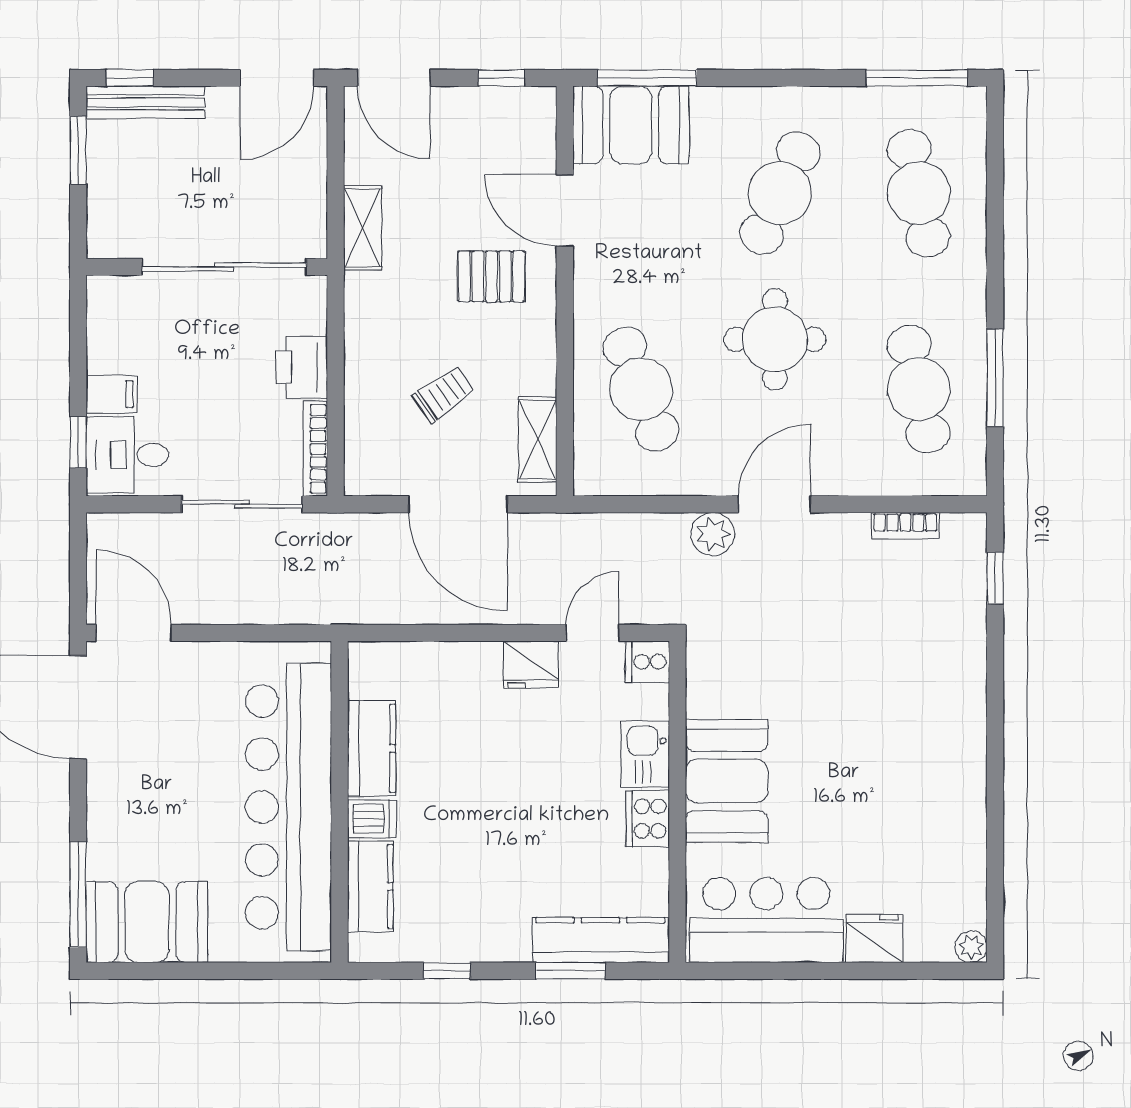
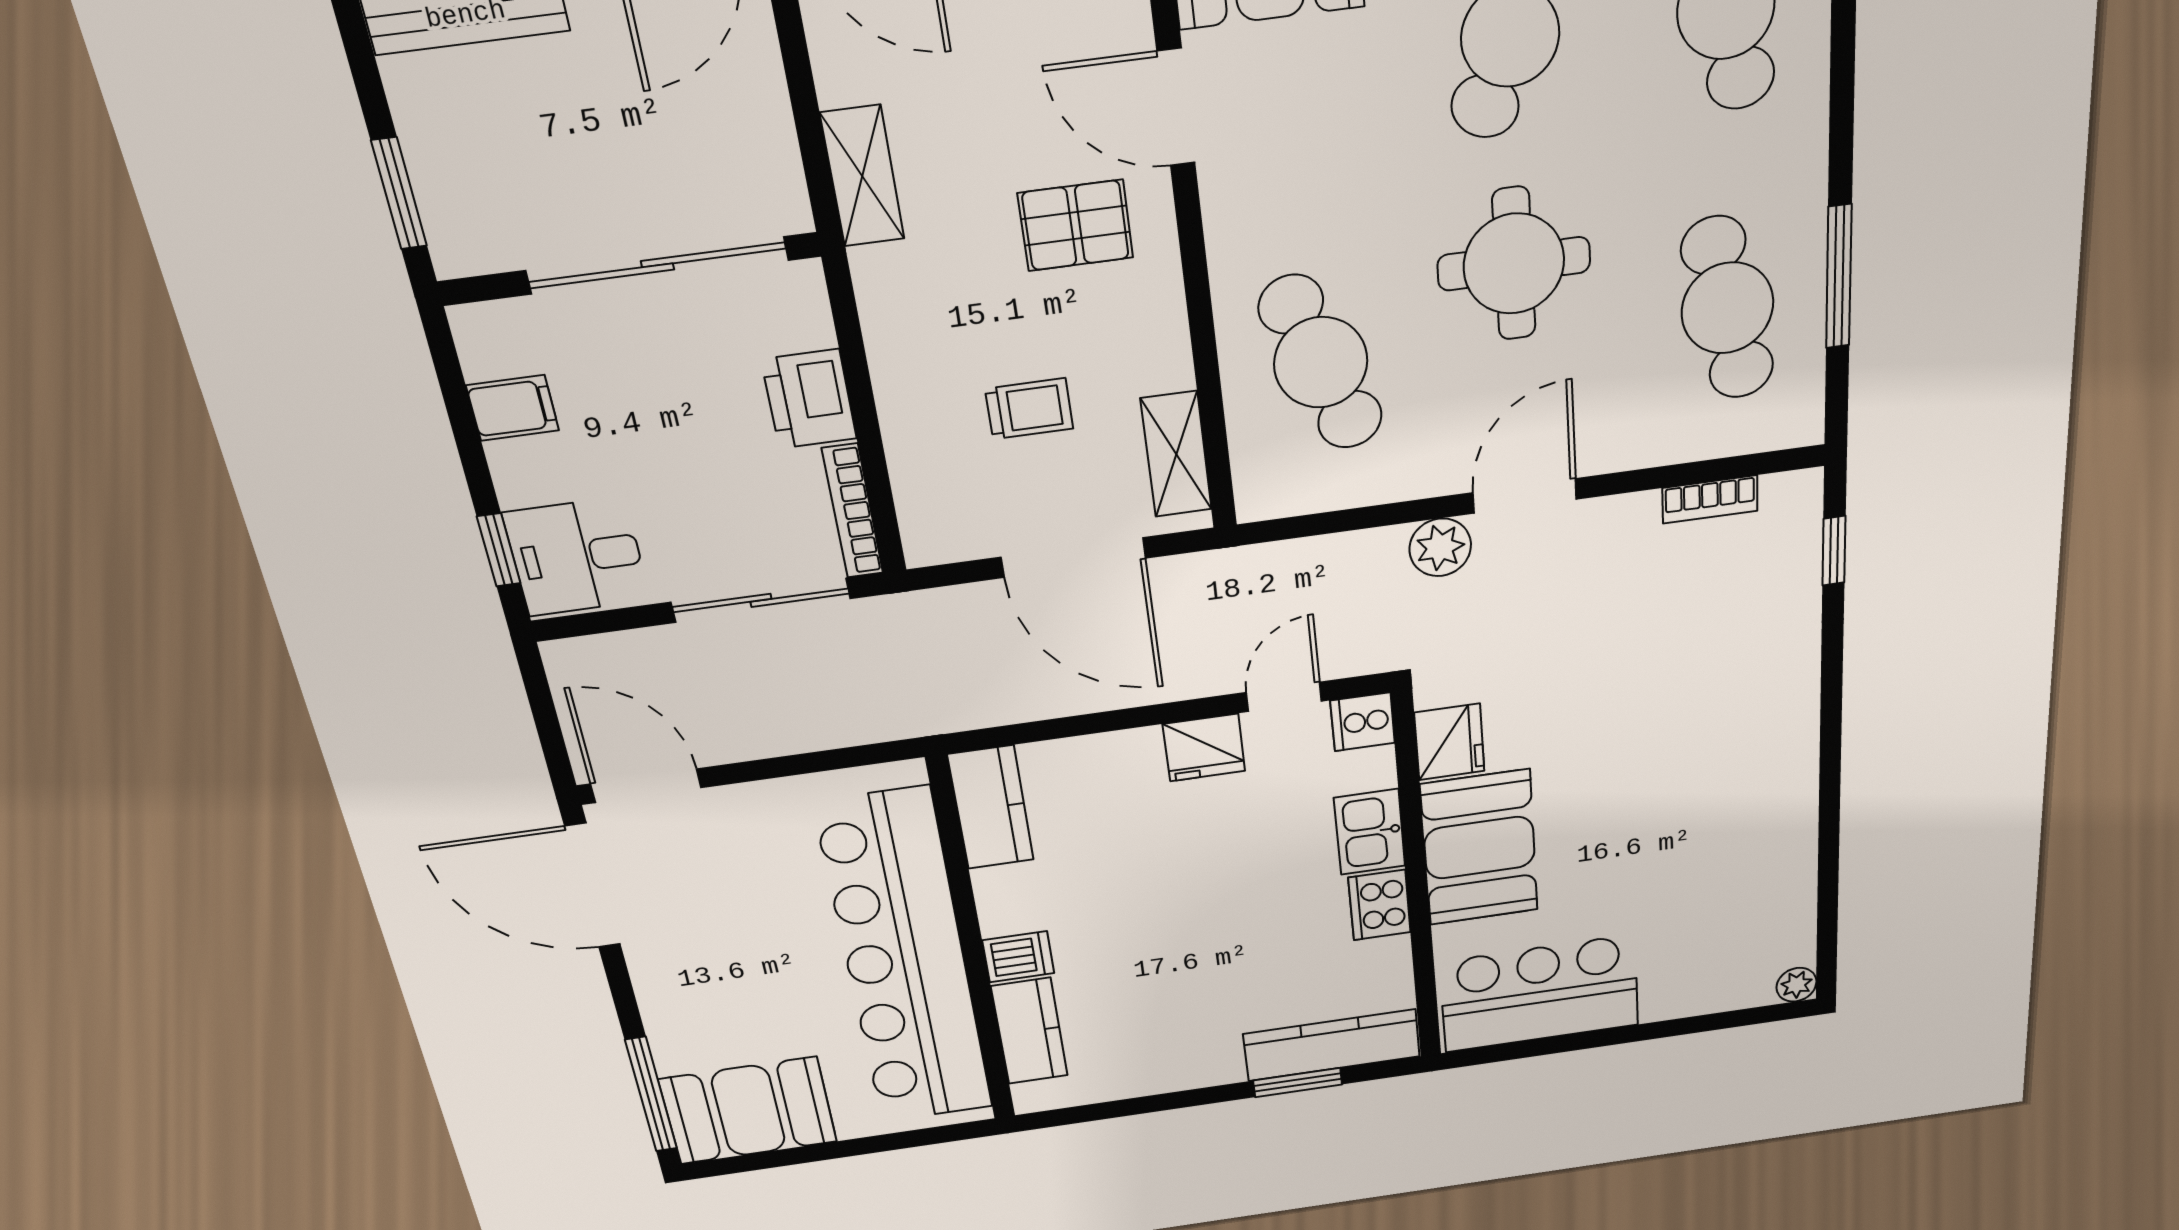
window: (78, 150) -> (399, 193), moved
filing cabinet: (112, 394) -> (513, 408), moved
trolley: (444, 394) -> (1029, 409), turned 35
kitchen counter: (372, 748) -> (991, 807), moved
fridge: (874, 938) -> (1449, 742), moved, turned 90
window: (447, 971) -> (1142, 1105), removed

